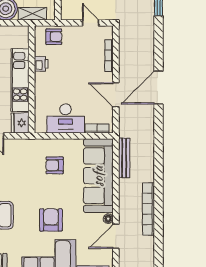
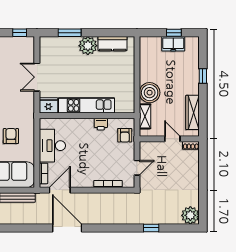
door: (159, 88) -> (67, 228), moved
door: (116, 95) -> (60, 190), moved

